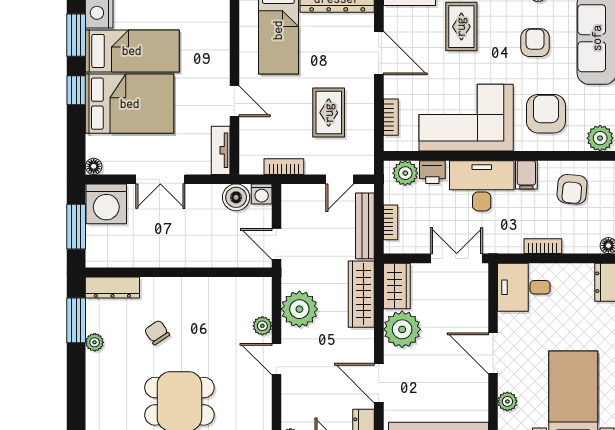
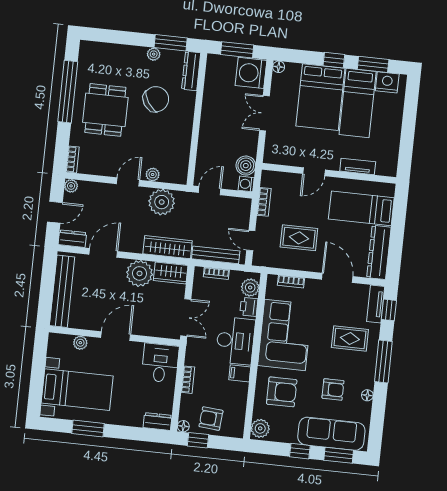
door: (379, 53) -> (337, 278), swing flipped
tv unit: (221, 150) -> (358, 166), moved
armchair: (572, 189) -> (211, 419), moved
chair: (157, 332) -> (156, 99), width x1.87, depth x1.87

